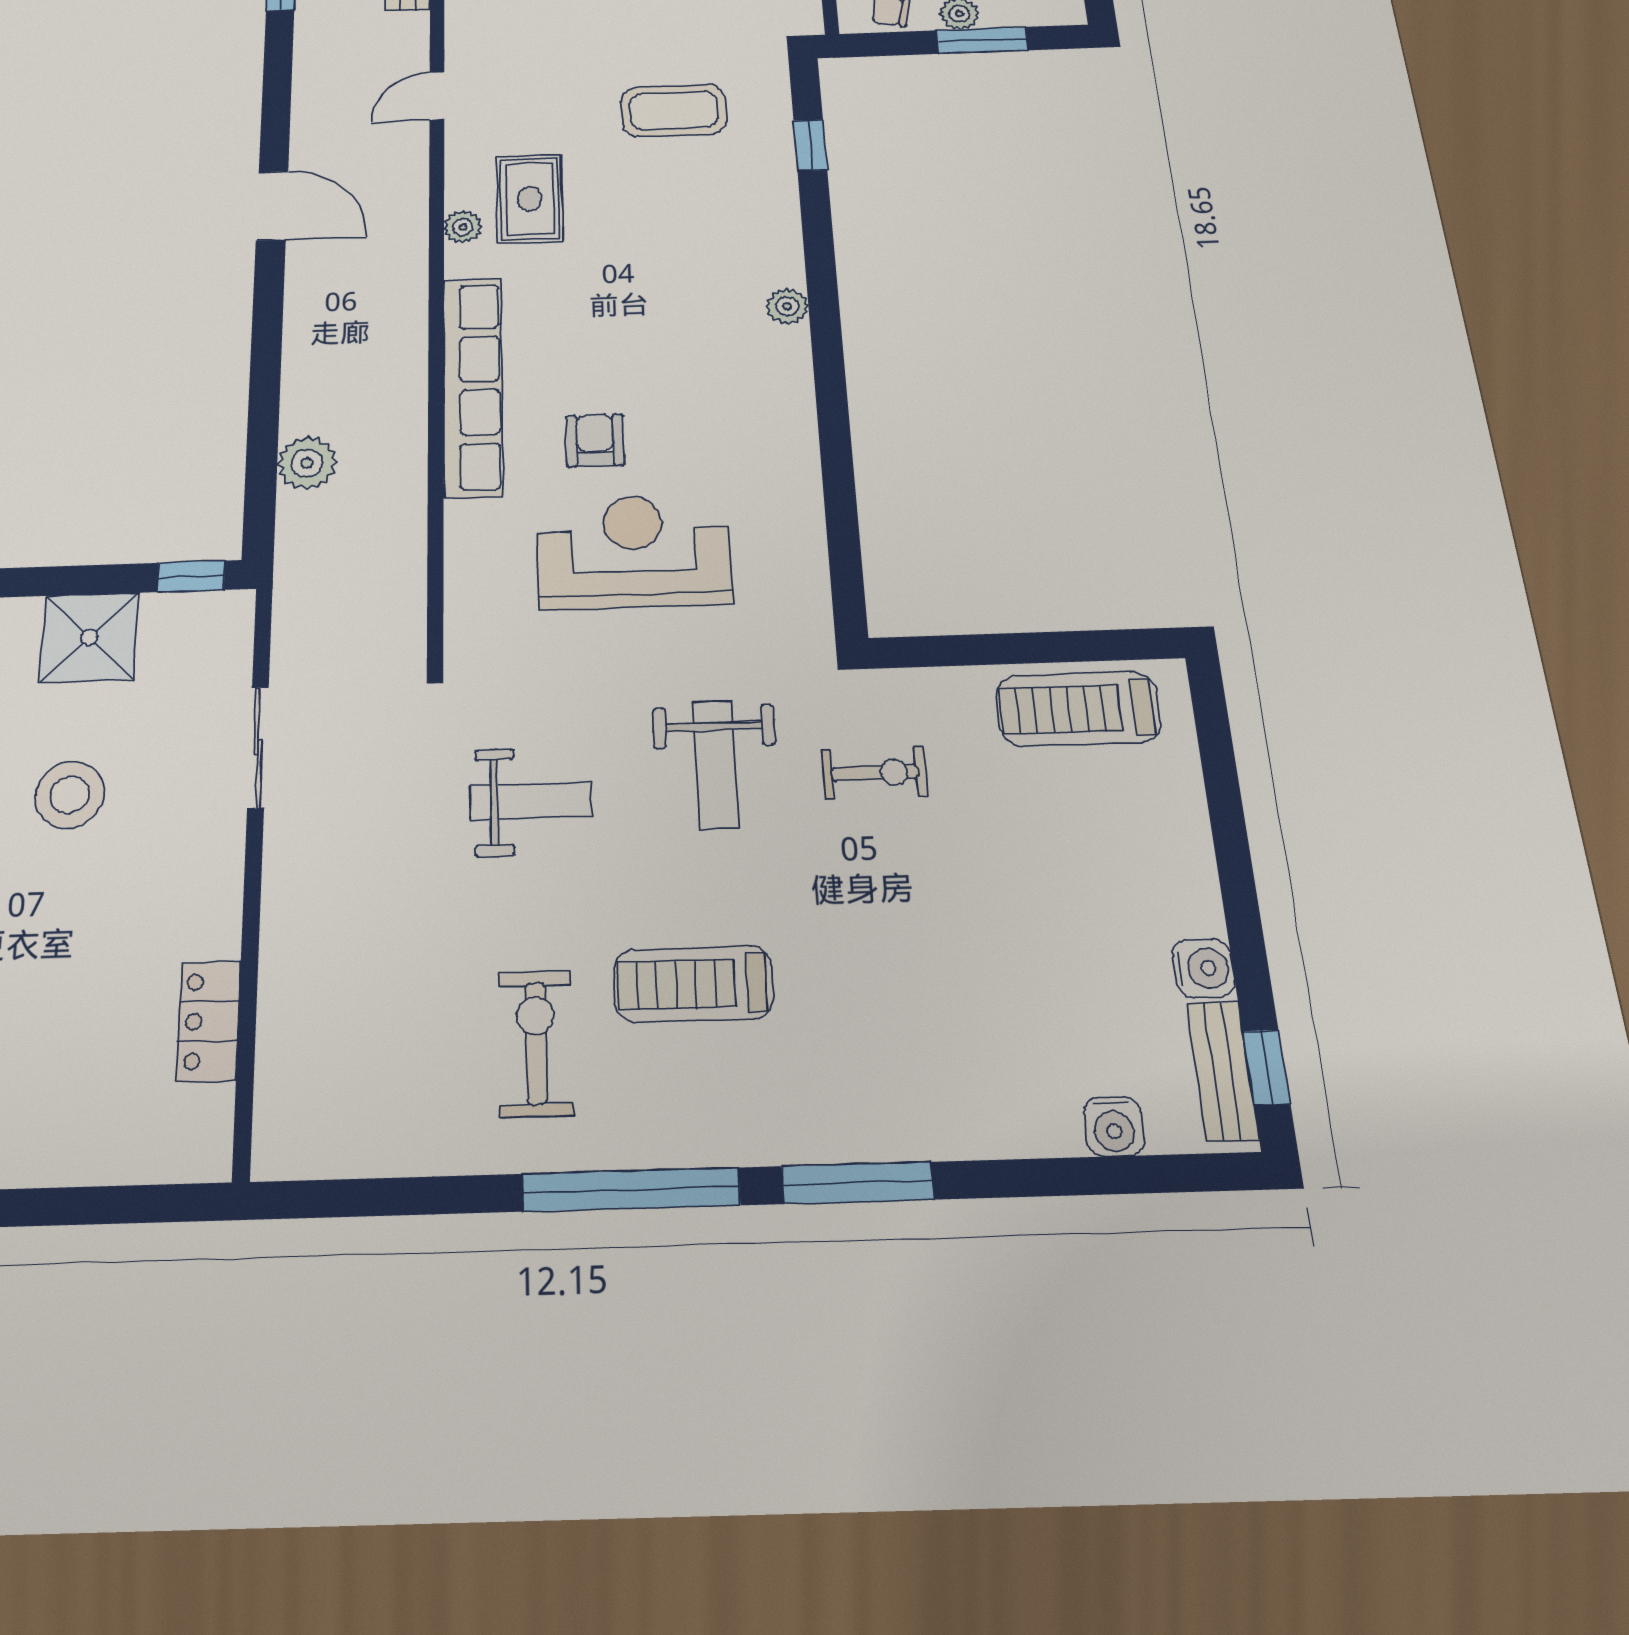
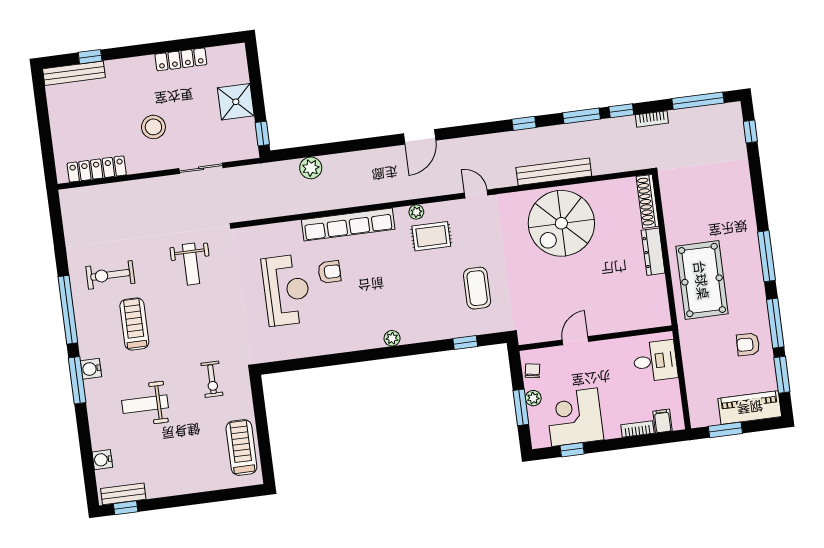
weight bench: (716, 764) -> (145, 404), moved
stool: (70, 795) -> (153, 127), moved
water cooler: (1204, 968) -> (91, 369), moved, turned 90
locker: (209, 1021) -> (97, 169), width x1.53
exercise bike: (536, 1043) -> (110, 275), turned 180

